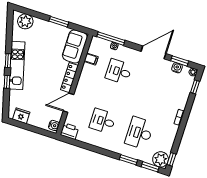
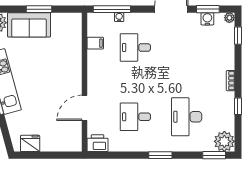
sofa: (75, 46) -> (29, 25), moved, turned -90
locker: (69, 78) -> (75, 75), removed
water cooler: (54, 125) -> (75, 142), removed
window: (171, 159) -> (238, 106), moved
window: (128, 160) -> (160, 155), moved

